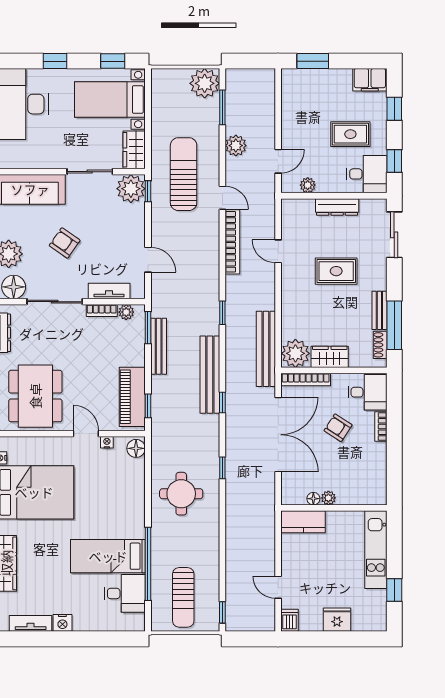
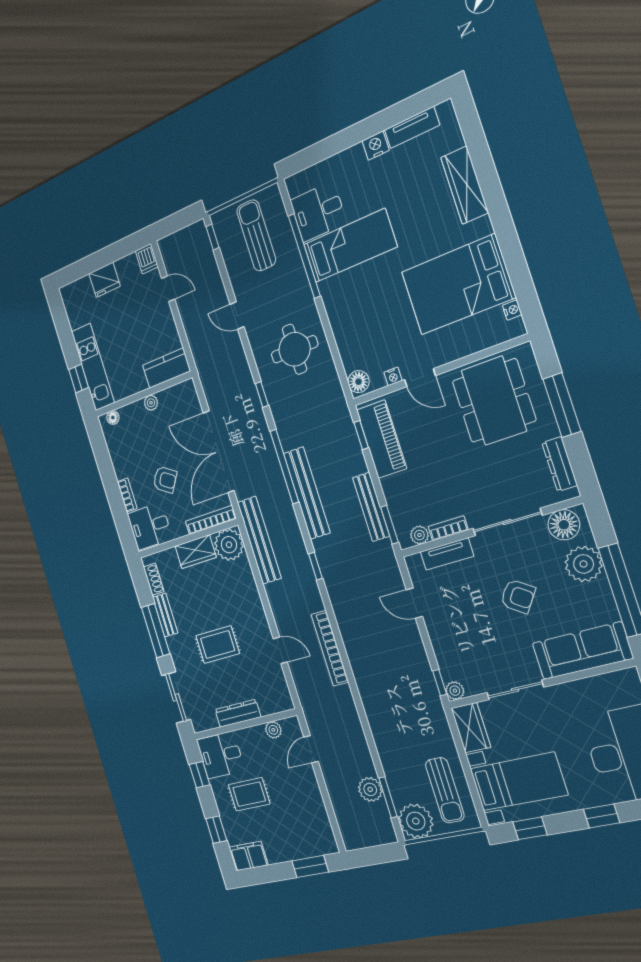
plant: (236, 146) -> (370, 789), moved
sun lounger: (184, 174) -> (445, 790), moved, width x0.73, depth x0.75
plant: (131, 189) -> (455, 691), width x0.53, depth x0.53
door: (222, 198) -> (237, 315), moved
window: (394, 325) -> (156, 631), moved
window: (222, 402) -> (284, 467), width x3.17
floor lamp: (313, 499) -> (113, 418), moved
window: (394, 590) -> (79, 379), moved

